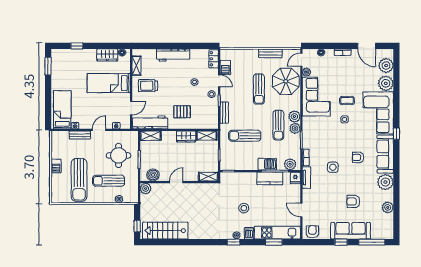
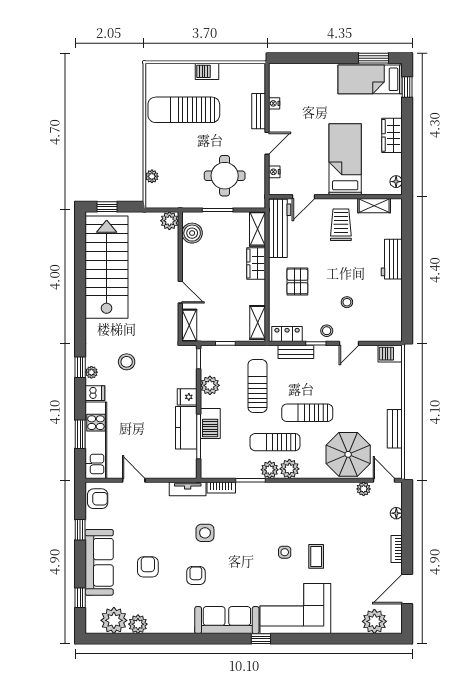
window: (77, 46) -> (407, 87), moved
wardrobe: (107, 55) -> (392, 135), moved
workbench: (173, 55) -> (392, 259), width x0.73
locker: (214, 59) -> (287, 334), moved
barbecue: (225, 67) -> (390, 354), moved
plant: (386, 83) -> (345, 621), removed
sun lounger: (259, 89) -> (307, 413), moved
corner sofa: (316, 97) -> (323, 505), removed
door: (131, 108) -> (303, 197), hinge flipped
bed: (62, 110) -> (370, 79), moved, turned 180
door: (99, 130) -> (267, 143), hinge flipped
wardrobe: (186, 136) -> (256, 263), moved
armchair: (358, 157) -> (196, 576), moved
plant: (290, 164) -> (210, 385), moved
fridge: (295, 178) -> (187, 397), moved
sun lounger: (109, 181) -> (182, 159), removed
door: (176, 182) -> (180, 292), moved
plant: (385, 182) -> (114, 620), moved
stool: (244, 208) -> (127, 362), moved
door: (301, 210) -> (134, 480), hinge flipped
stairs: (165, 231) -> (107, 267), width x1.36, depth x1.51
window: (341, 242) -> (80, 530), moved
window: (372, 242) -> (80, 598), width x0.46

